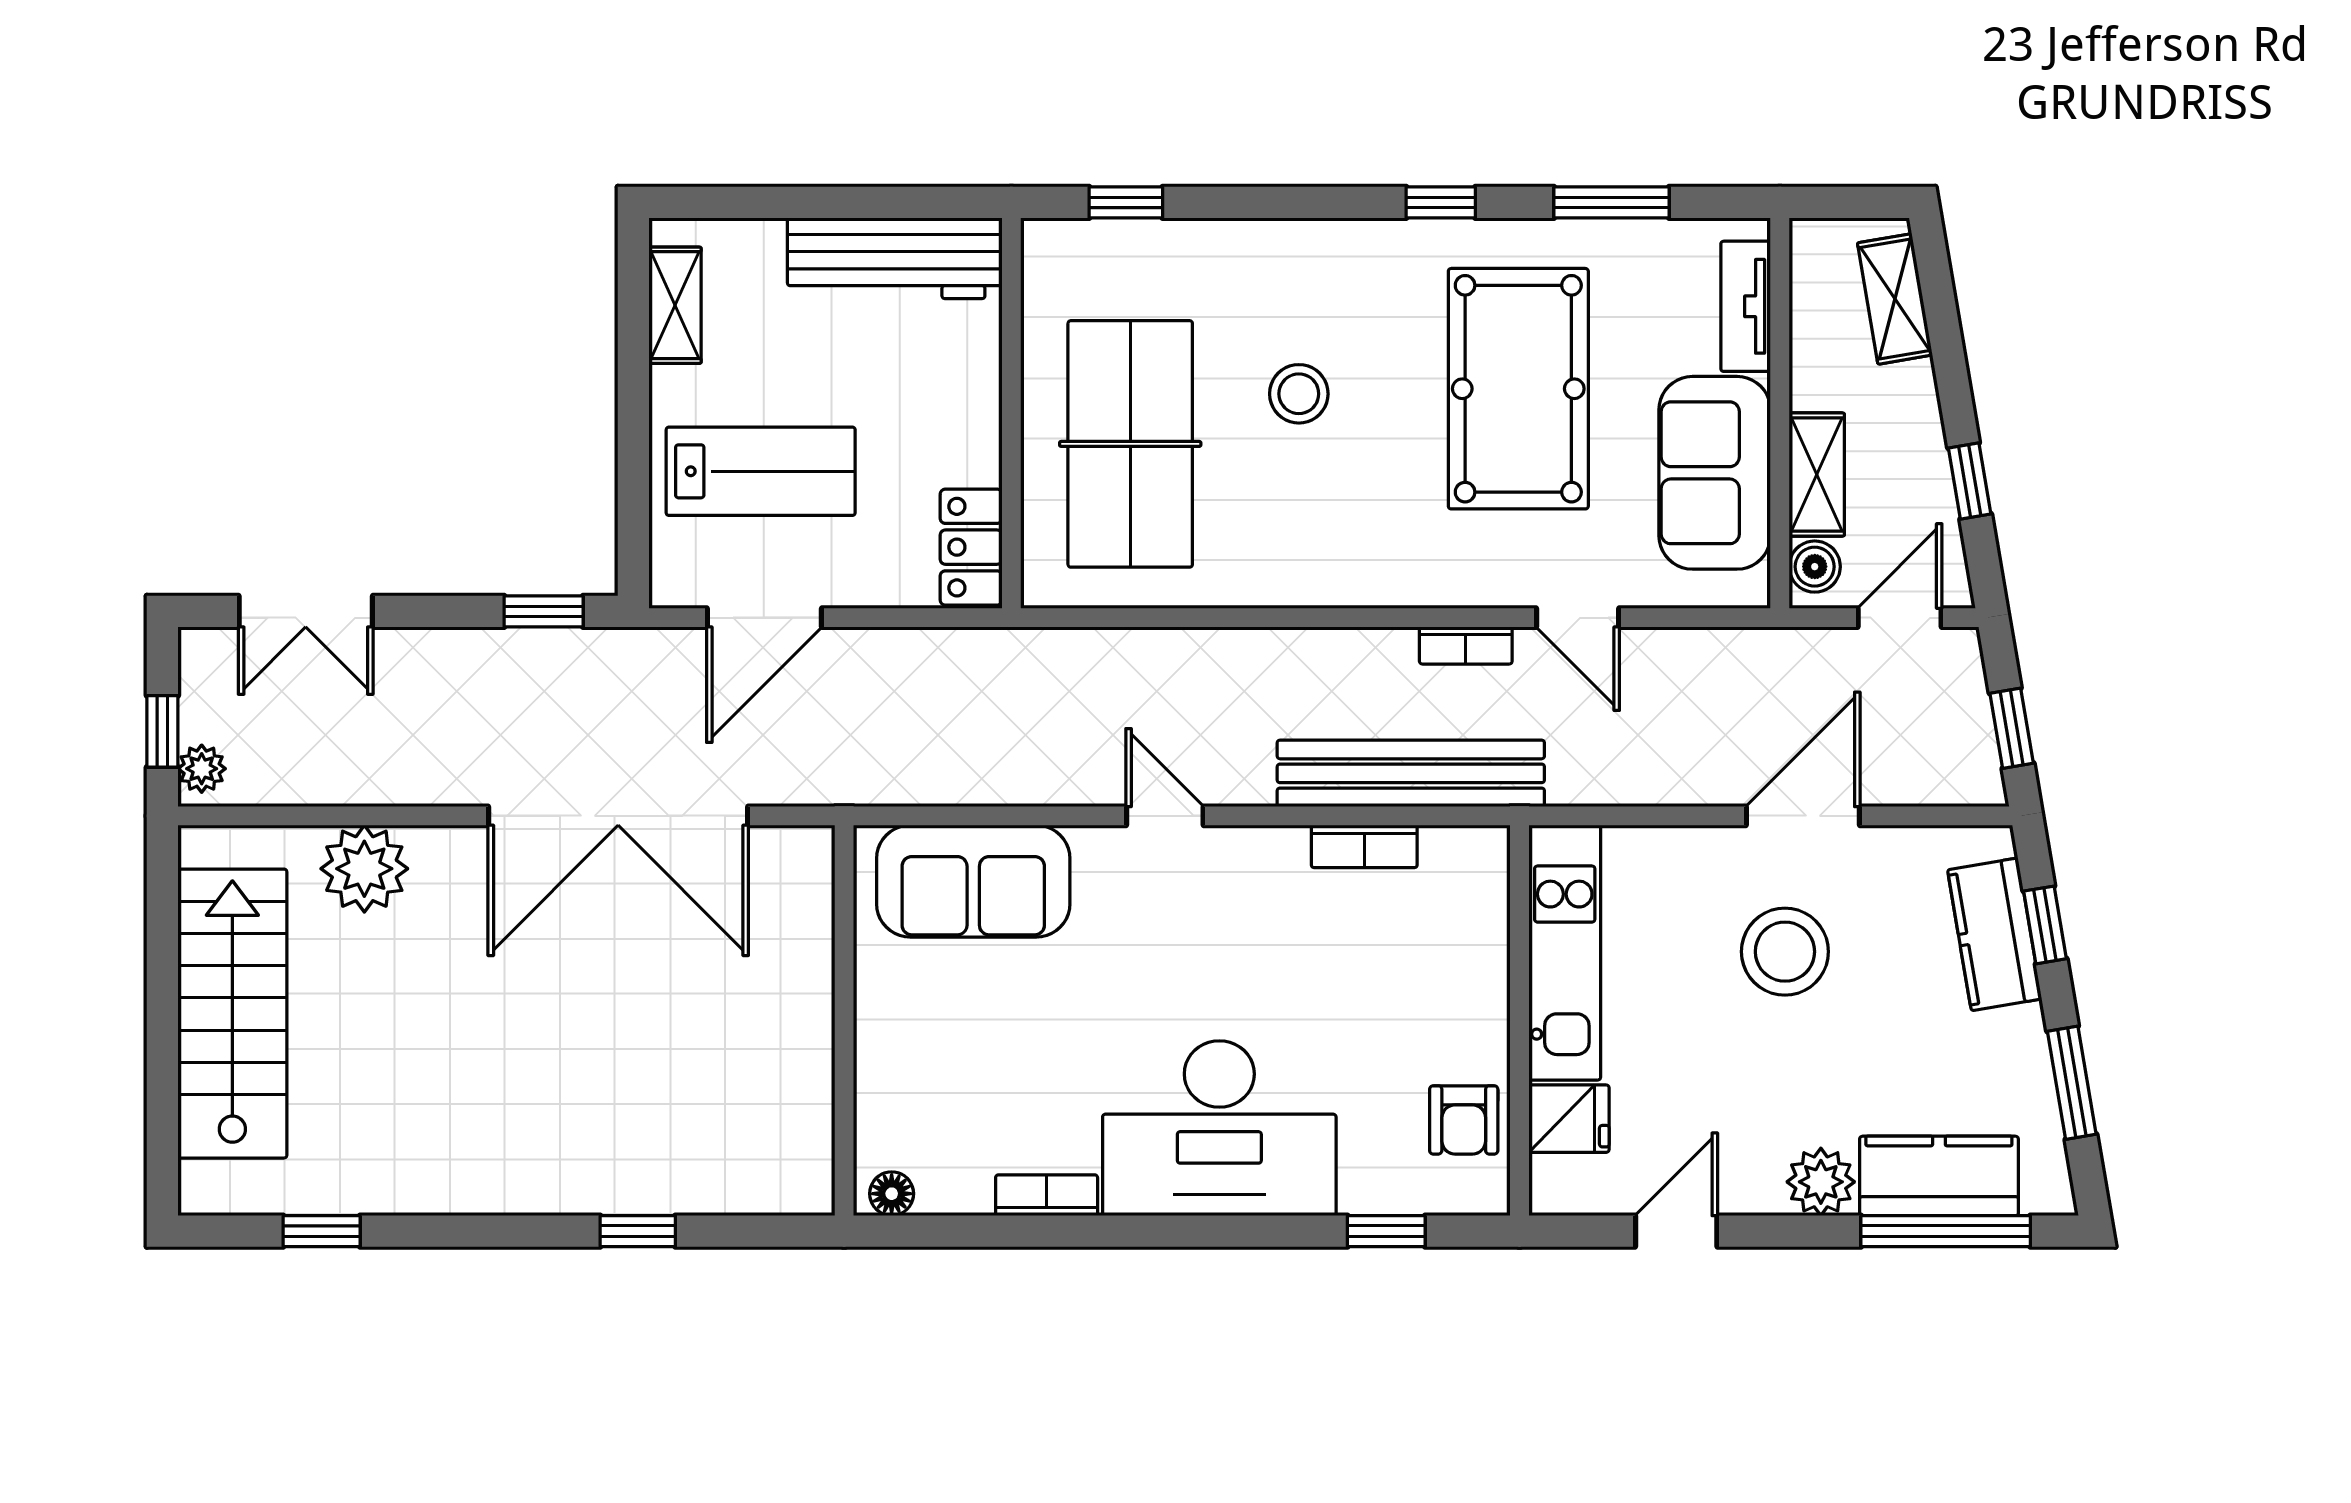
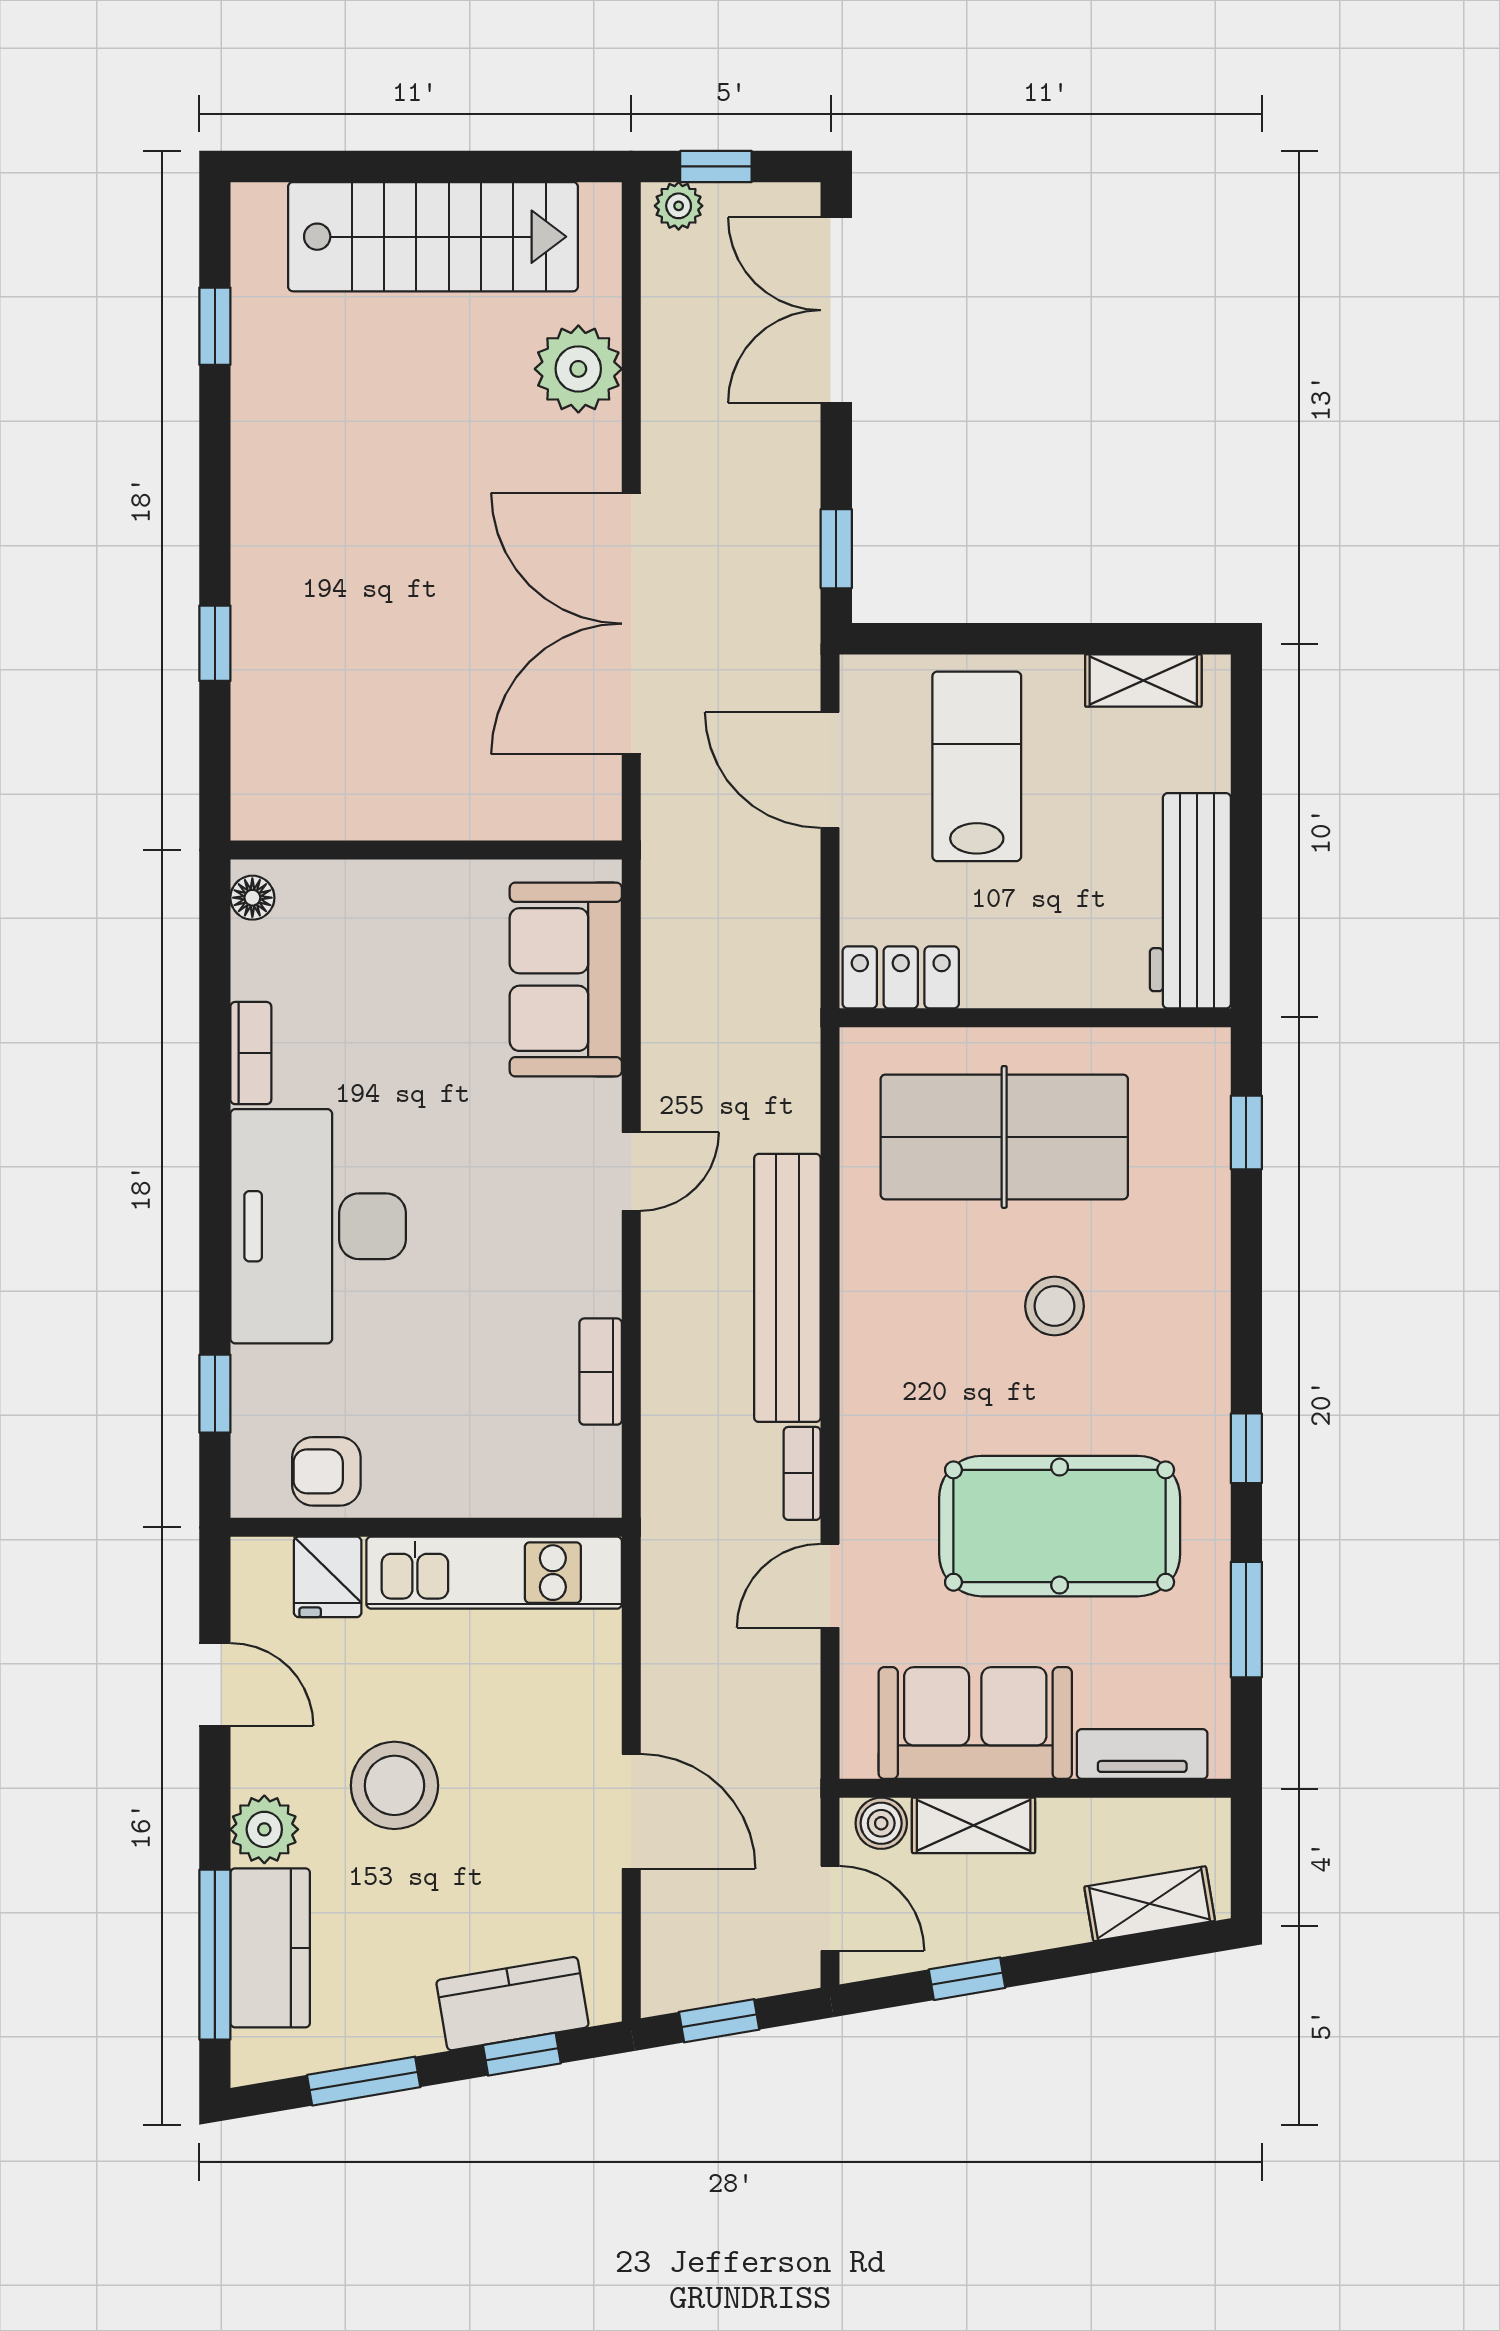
lab bench: (761, 471) -> (977, 766), turned 180
double door: (306, 611) -> (836, 310), width x1.37
bench: (1411, 773) -> (787, 1288), moved
stool: (1785, 952) -> (394, 1785), moved

